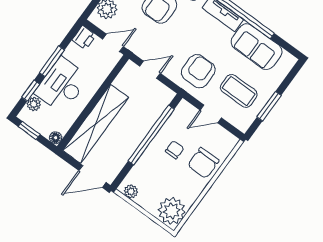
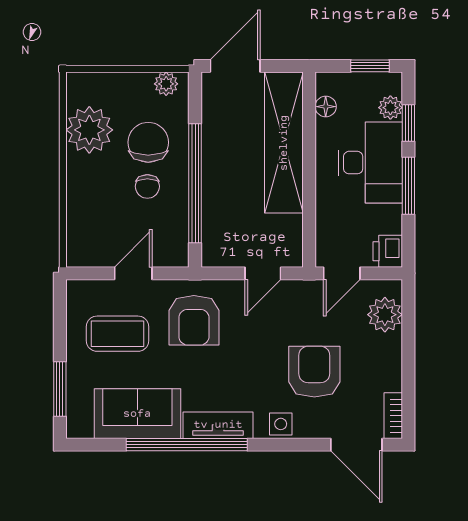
window: (269, 106) -> (60, 389), moved
floor lamp: (56, 138) -> (326, 107), moved
chair: (203, 163) -> (148, 142), moved
plant: (172, 211) -> (89, 130), moved

